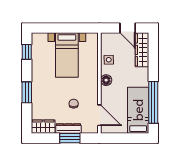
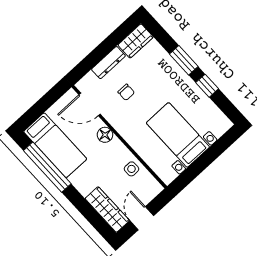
door: (128, 28) -> (142, 218), hinge flipped
window: (27, 52) -> (207, 86), moved
floor lamp: (106, 80) -> (105, 135), moved
window: (70, 138) -> (98, 54), removed

